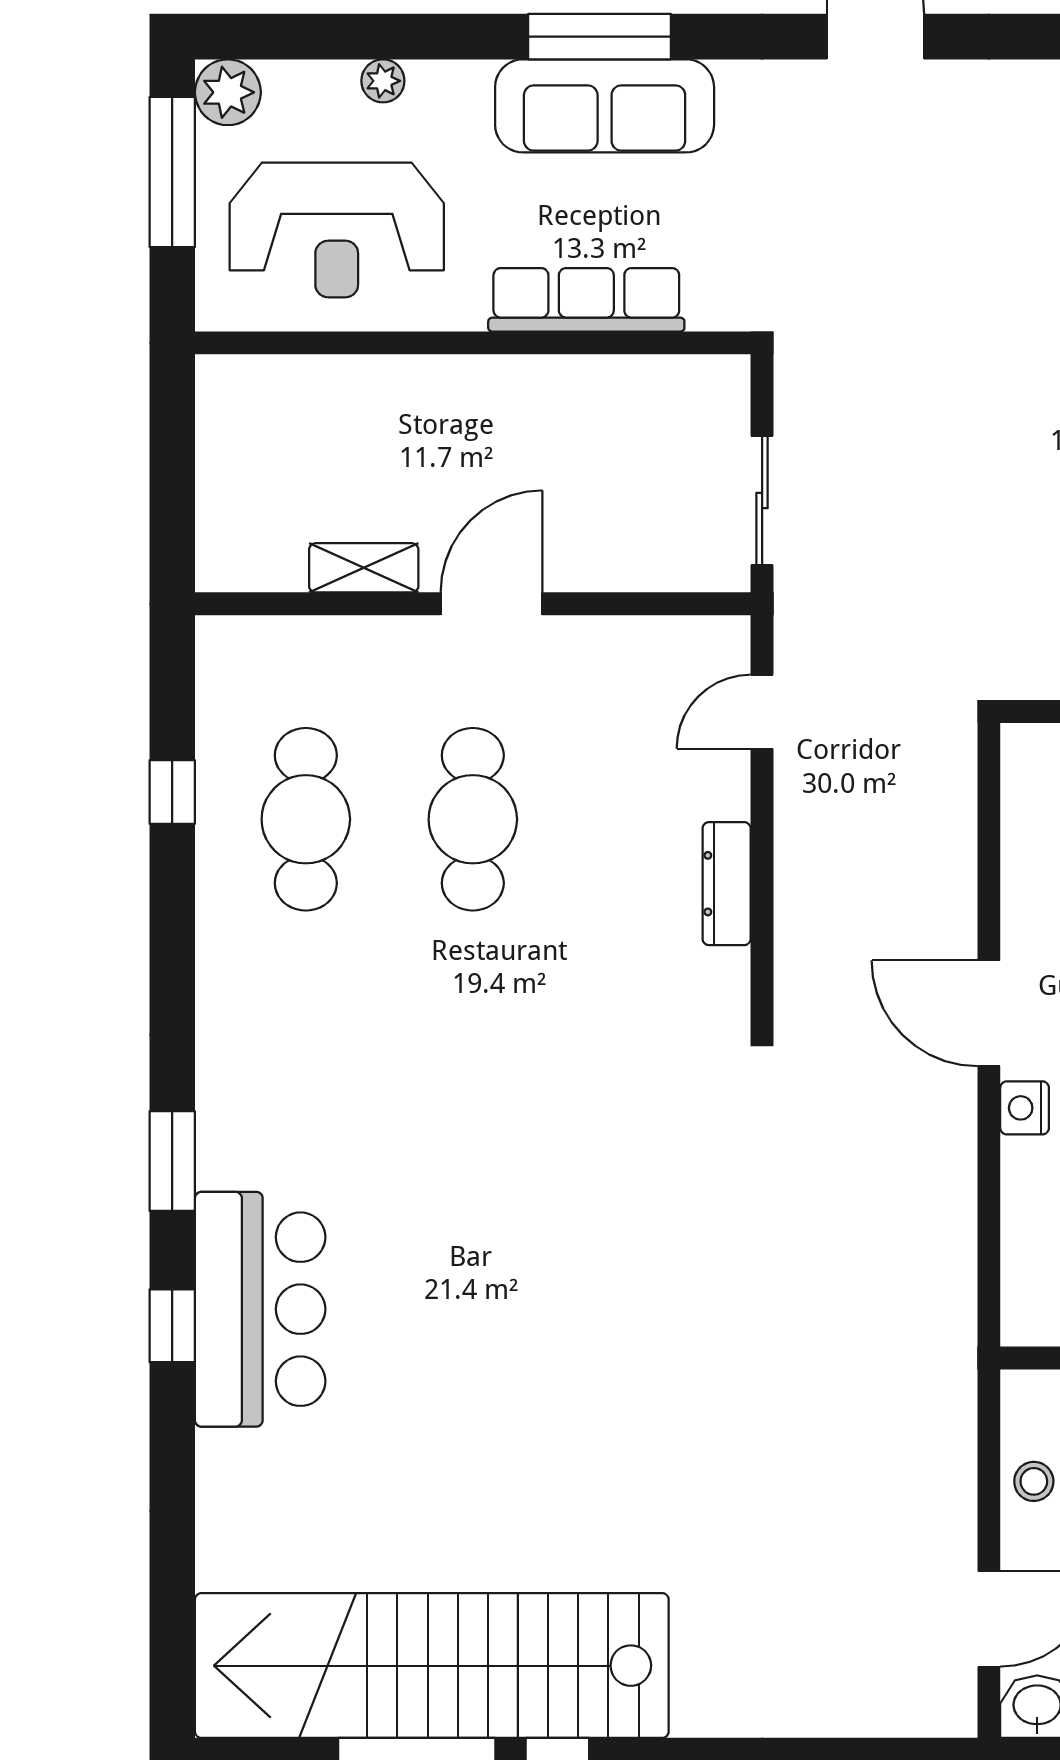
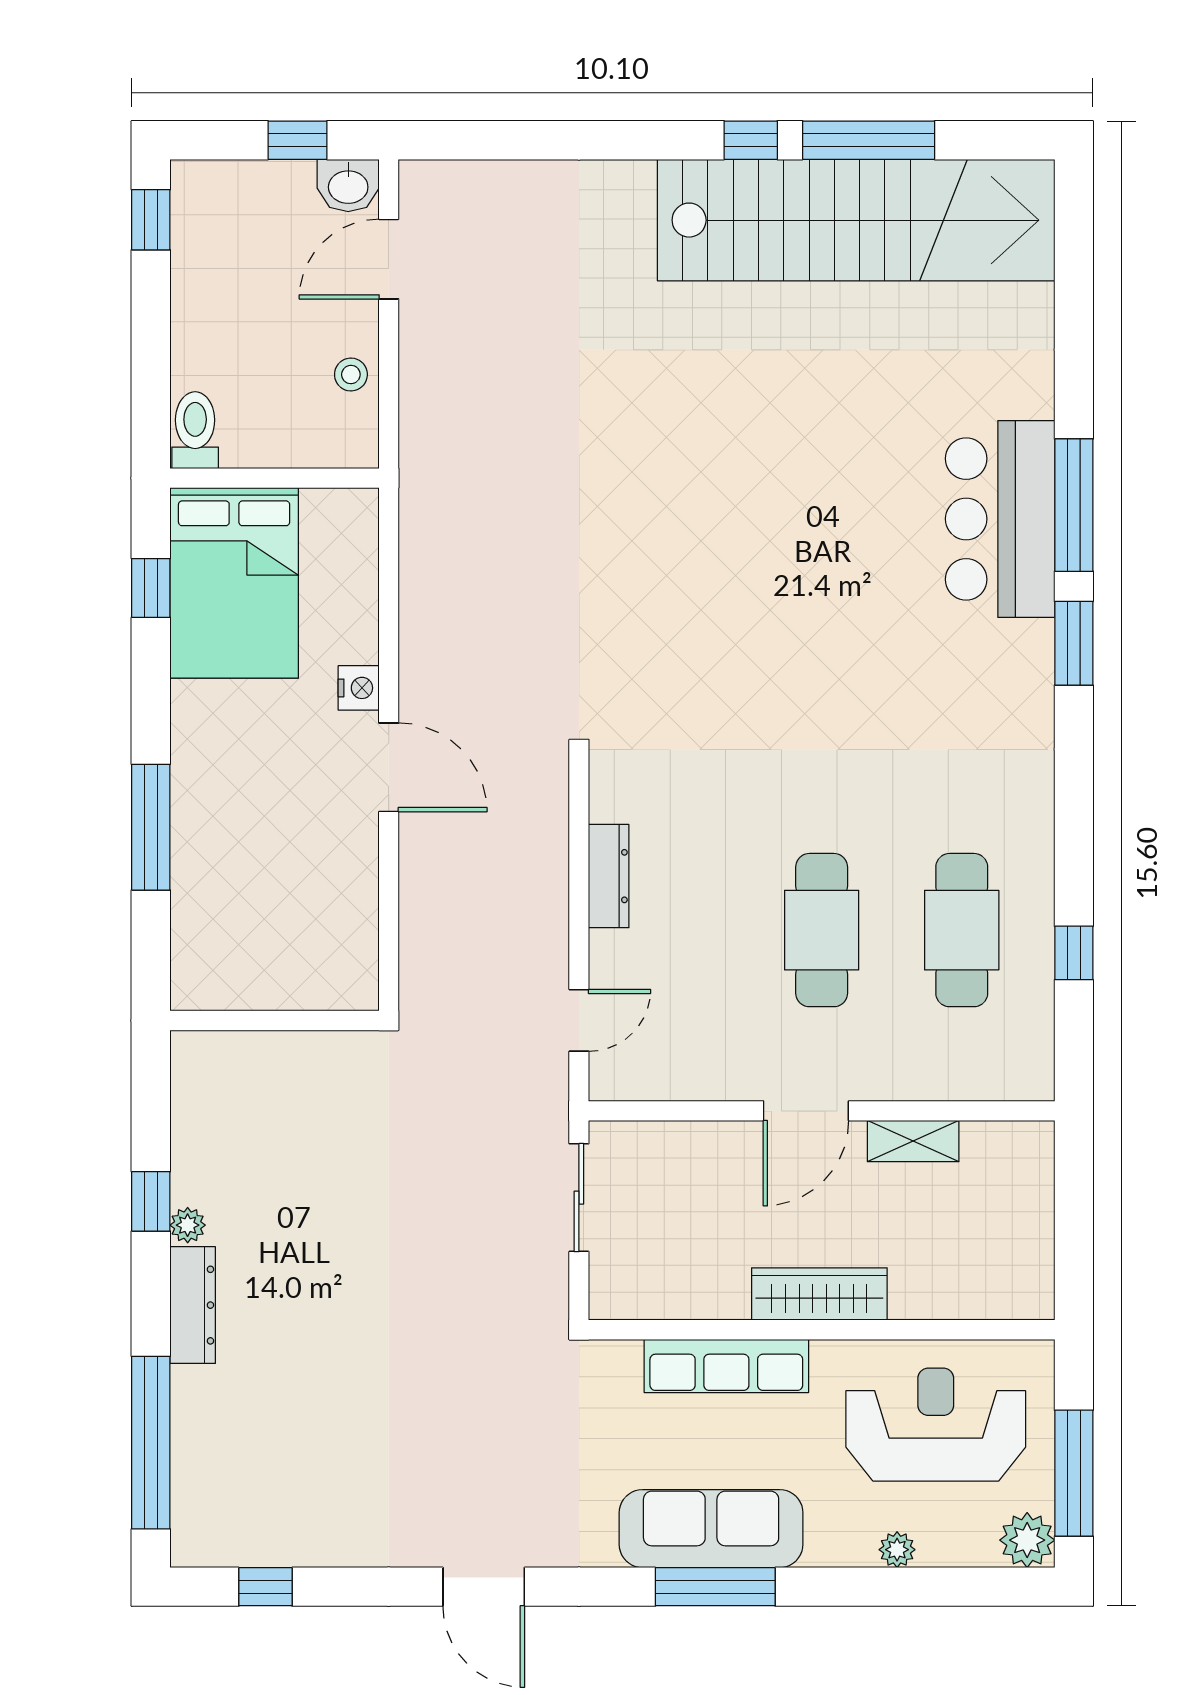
wardrobe: (475, 385) -> (819, 1294), added
window: (172, 1326) -> (1074, 505), width x2.17

